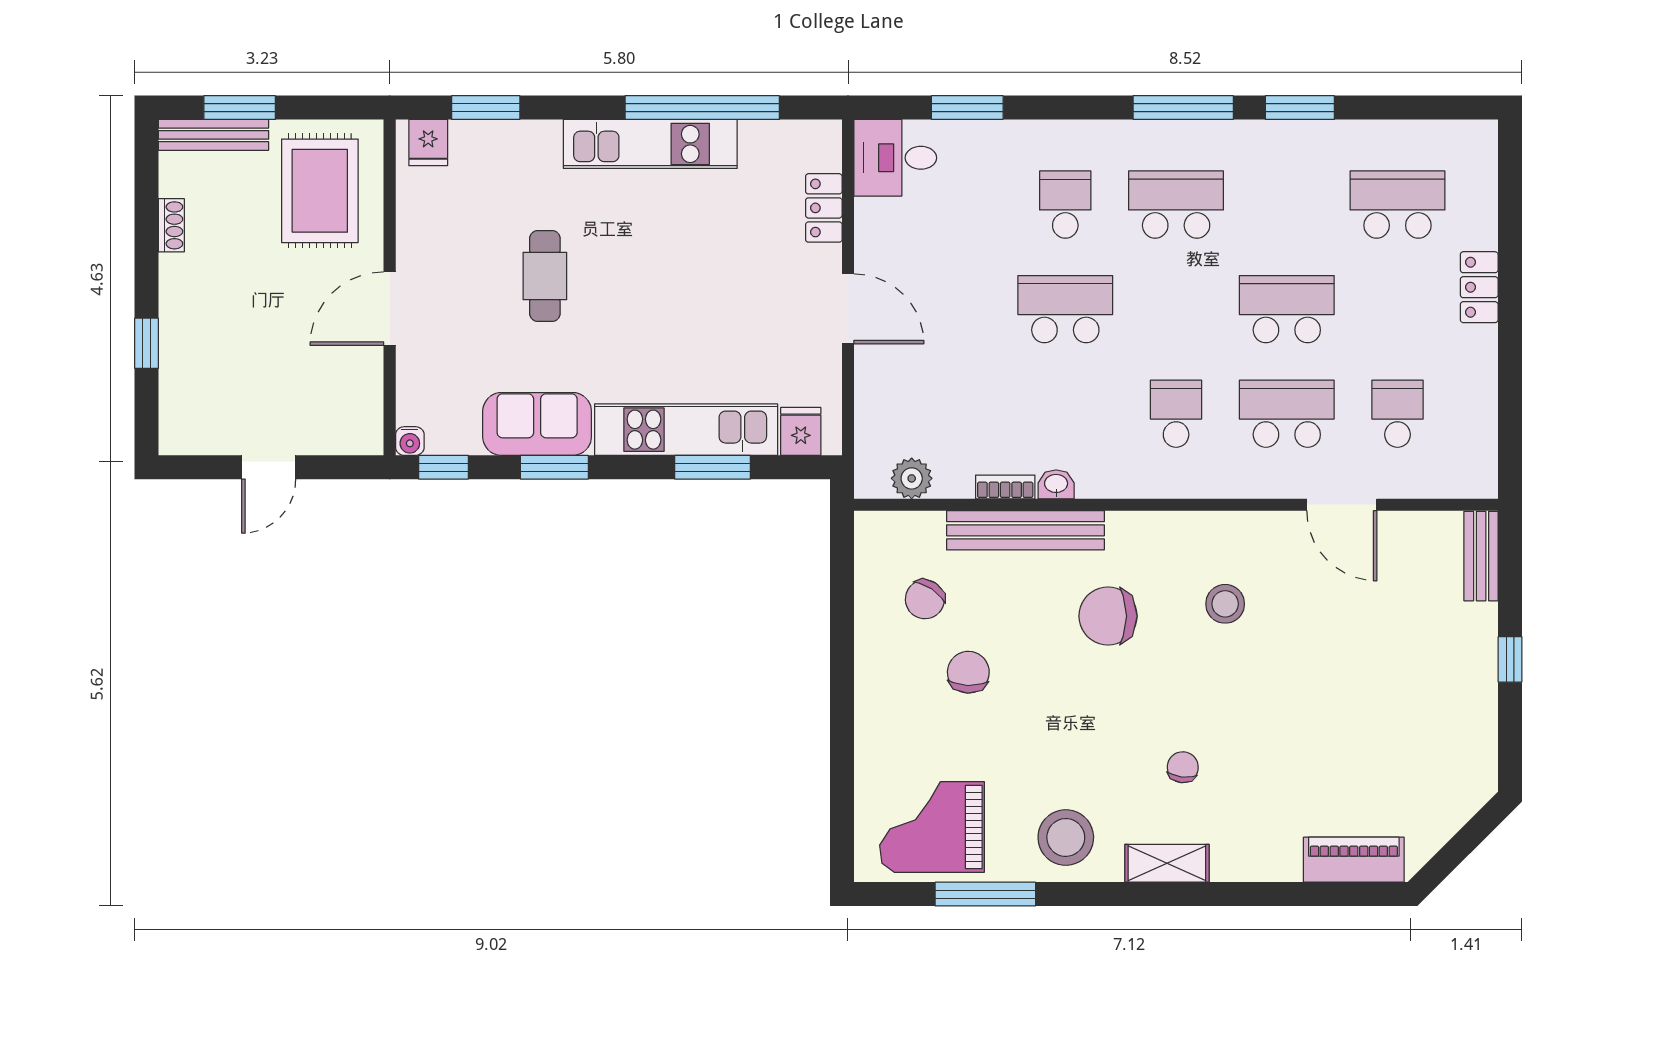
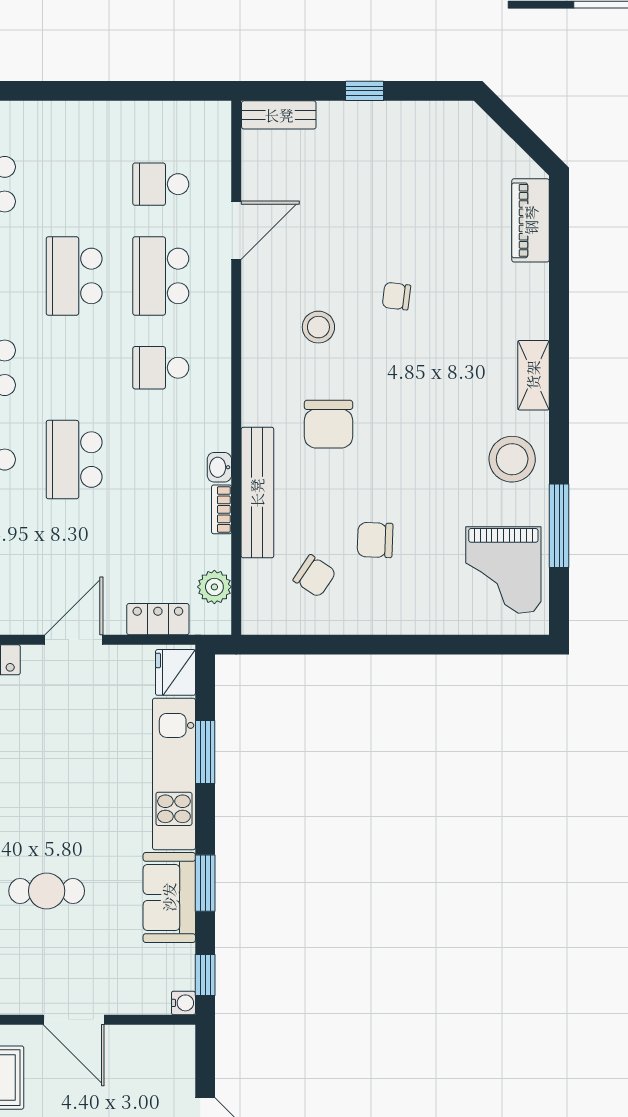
locker: (1479, 287) -> (158, 619), moved, turned 180
fridge: (801, 431) -> (175, 672), width x1.38
chair: (1183, 767) -> (396, 296), moved

